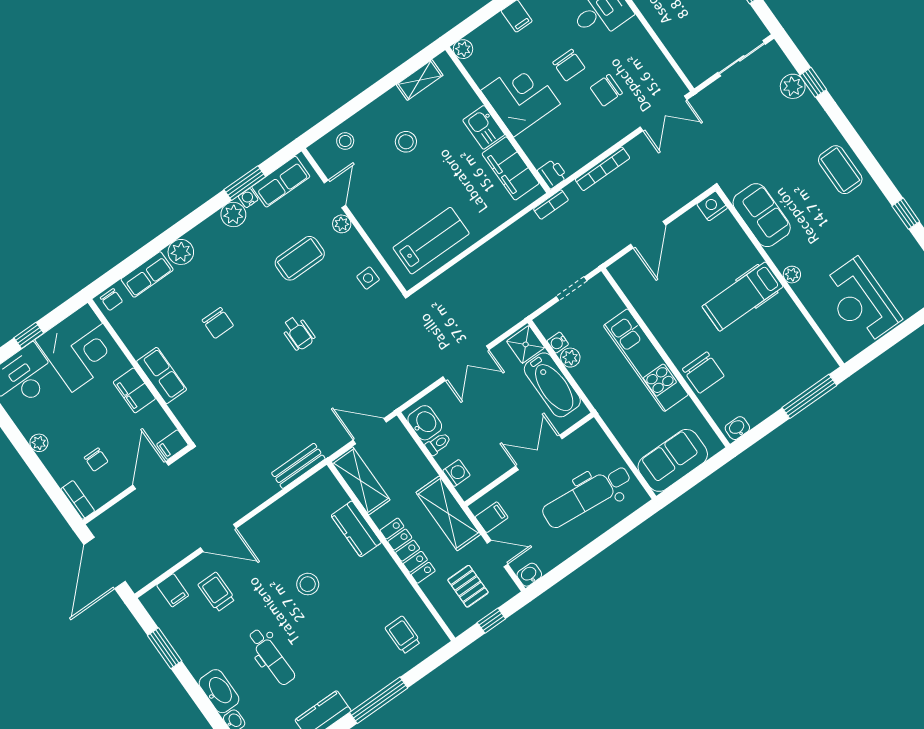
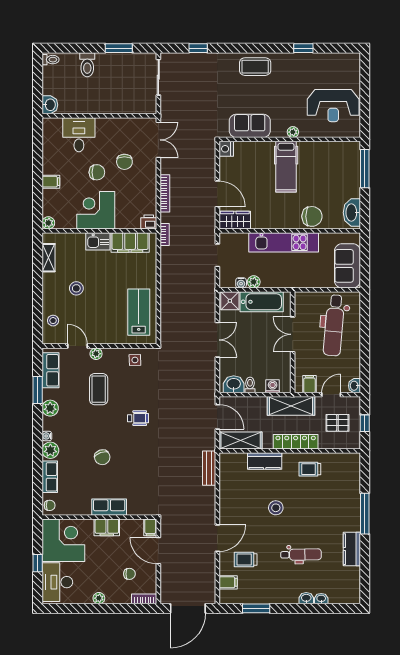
plant: (793, 86) -> (193, 61), removed
water cooler: (248, 198) -> (47, 436), moved
wardrobe: (631, 279) -> (235, 220), added
chair: (218, 323) -> (102, 457), turned 70
washbasin: (737, 428) -> (352, 213), width x1.91, depth x1.45
door: (370, 431) -> (217, 417), swing flipped
door: (105, 563) -> (188, 608), hinge flipped
trolley: (403, 635) -> (310, 469), moved
washbasin: (219, 691) -> (306, 598), width x0.52, depth x0.69

